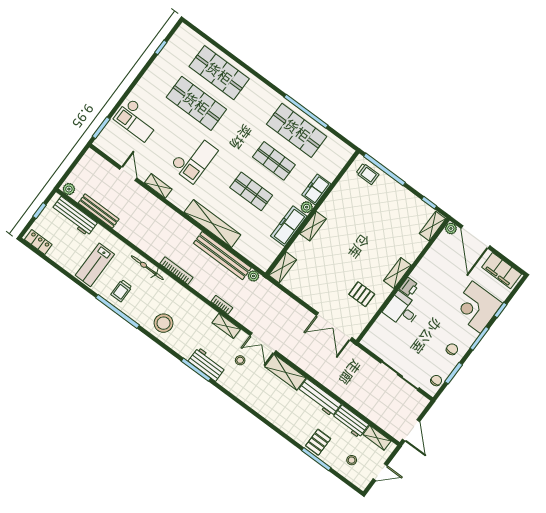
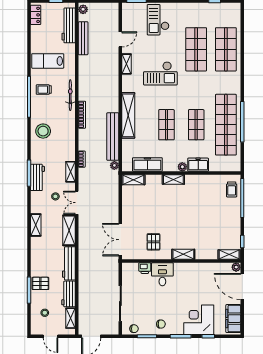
shop shelf: (297, 130) -> (226, 125), width x1.40
freezer: (289, 226) -> (147, 164), moved
door: (475, 237) -> (242, 287), hinge flipped
printer: (409, 287) -> (145, 268), moved
shelving: (254, 402) -> (36, 225), added

